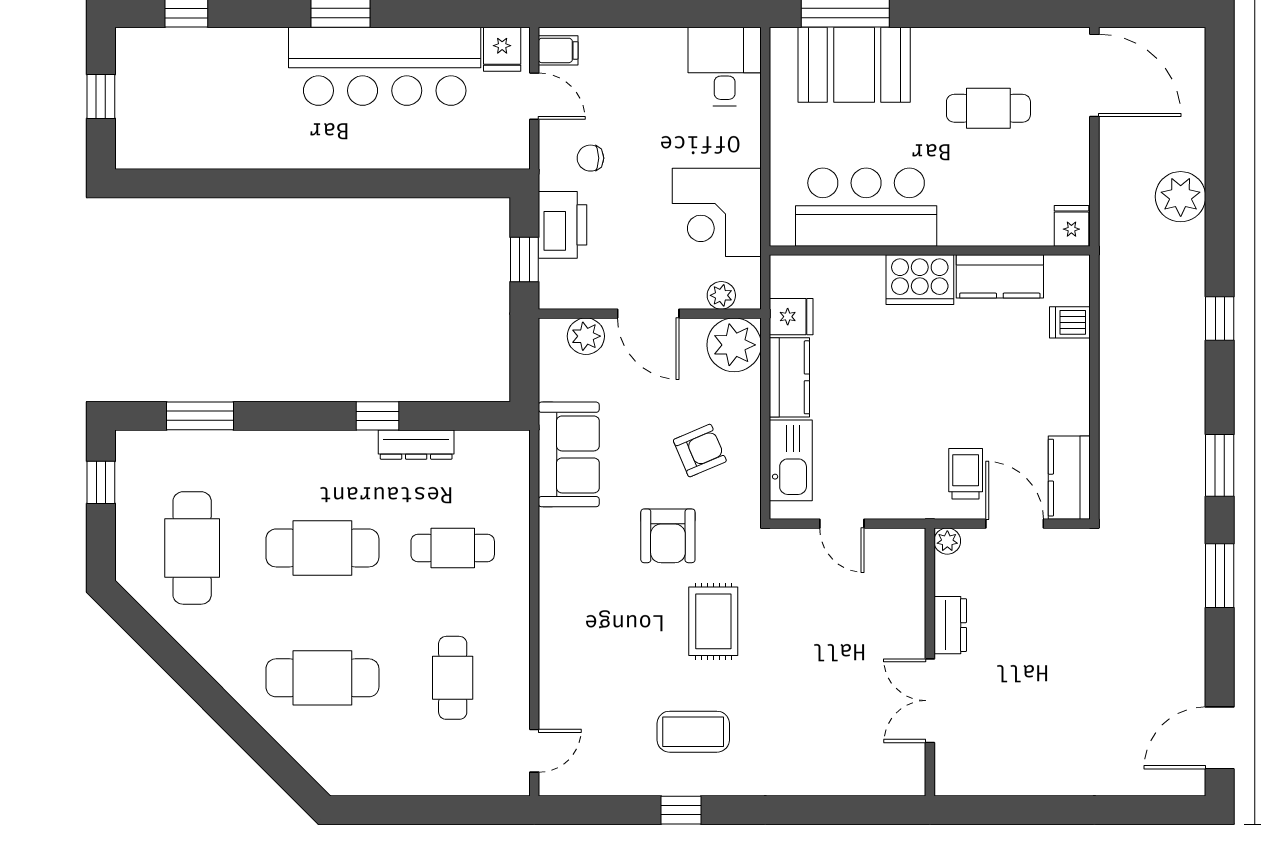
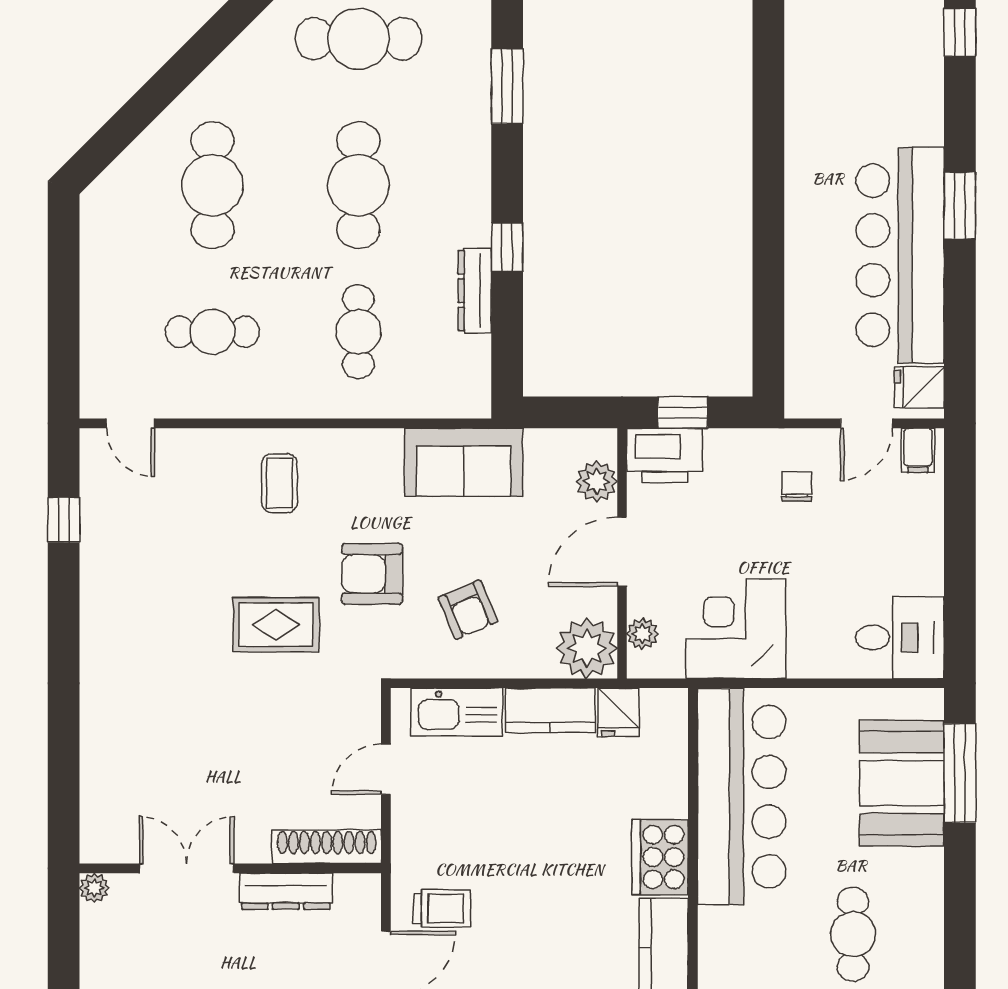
bar counter: (866, 207) -> (742, 797), width x1.36
printer: (563, 225) -> (665, 455), moved
window: (200, 416) -> (507, 86), moved
plant: (947, 541) -> (94, 888), moved
shoe rack: (911, 576) -> (327, 847), added
dresser: (950, 625) -> (286, 891), width x1.44
coffee table: (693, 732) -> (280, 483), moved, width x0.73, depth x0.77
window: (681, 810) -> (64, 520), moved

